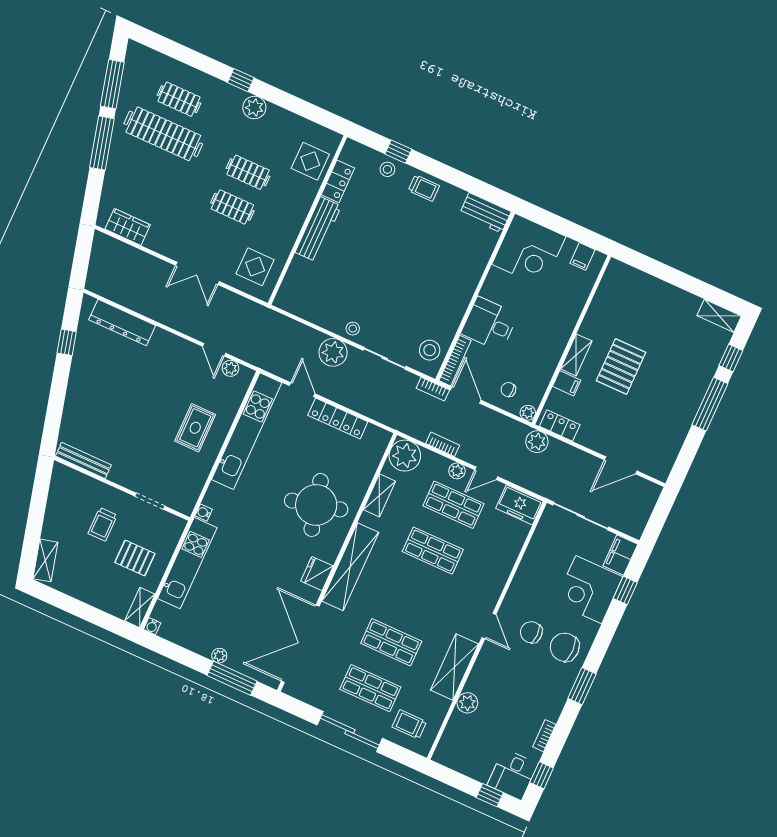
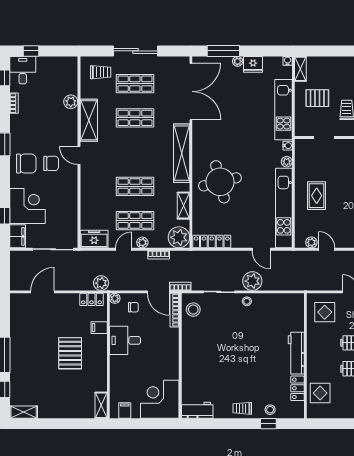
desk: (489, 324) -> (125, 340), moved, turned 180
shelving: (576, 355) -> (101, 405), moved
locker: (338, 418) -> (212, 241), moved
plant: (215, 491) -> (287, 162), added
fridge: (317, 574) -> (253, 64), moved, turned 90

